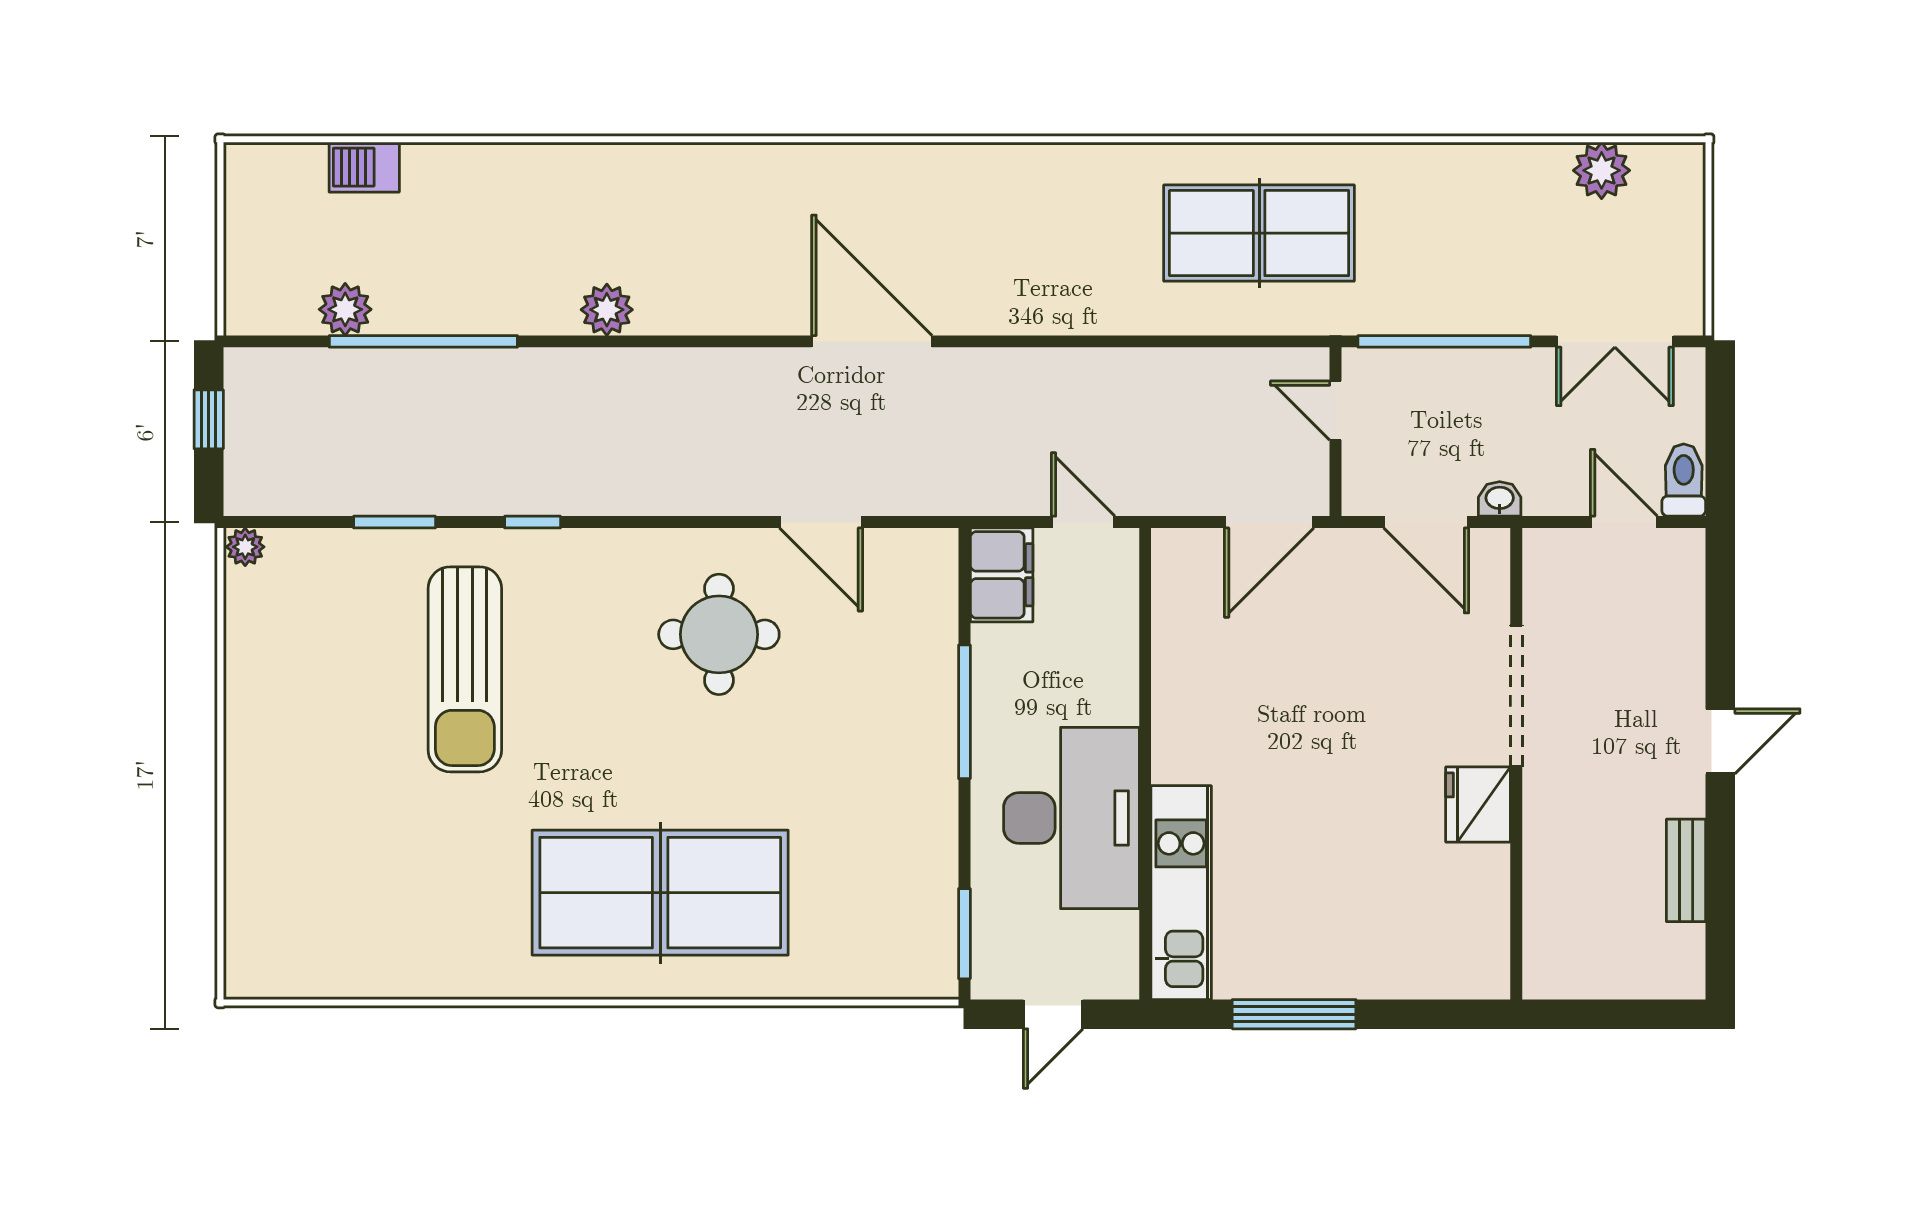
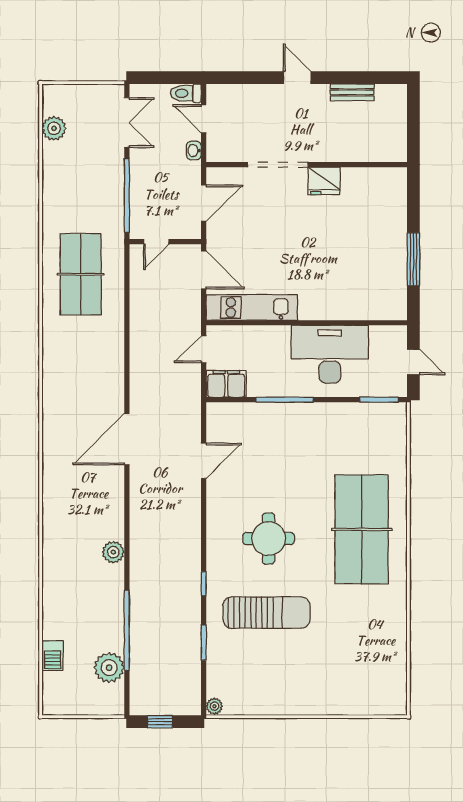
plant: (345, 309) -> (109, 668), width x1.36, depth x1.36
washbasin: (1500, 499) -> (194, 151), moved
door: (1624, 522) -> (204, 119), hinge flipped
round table: (719, 634) -> (269, 539), moved
kitchen unit: (1181, 893) -> (252, 307), moved

